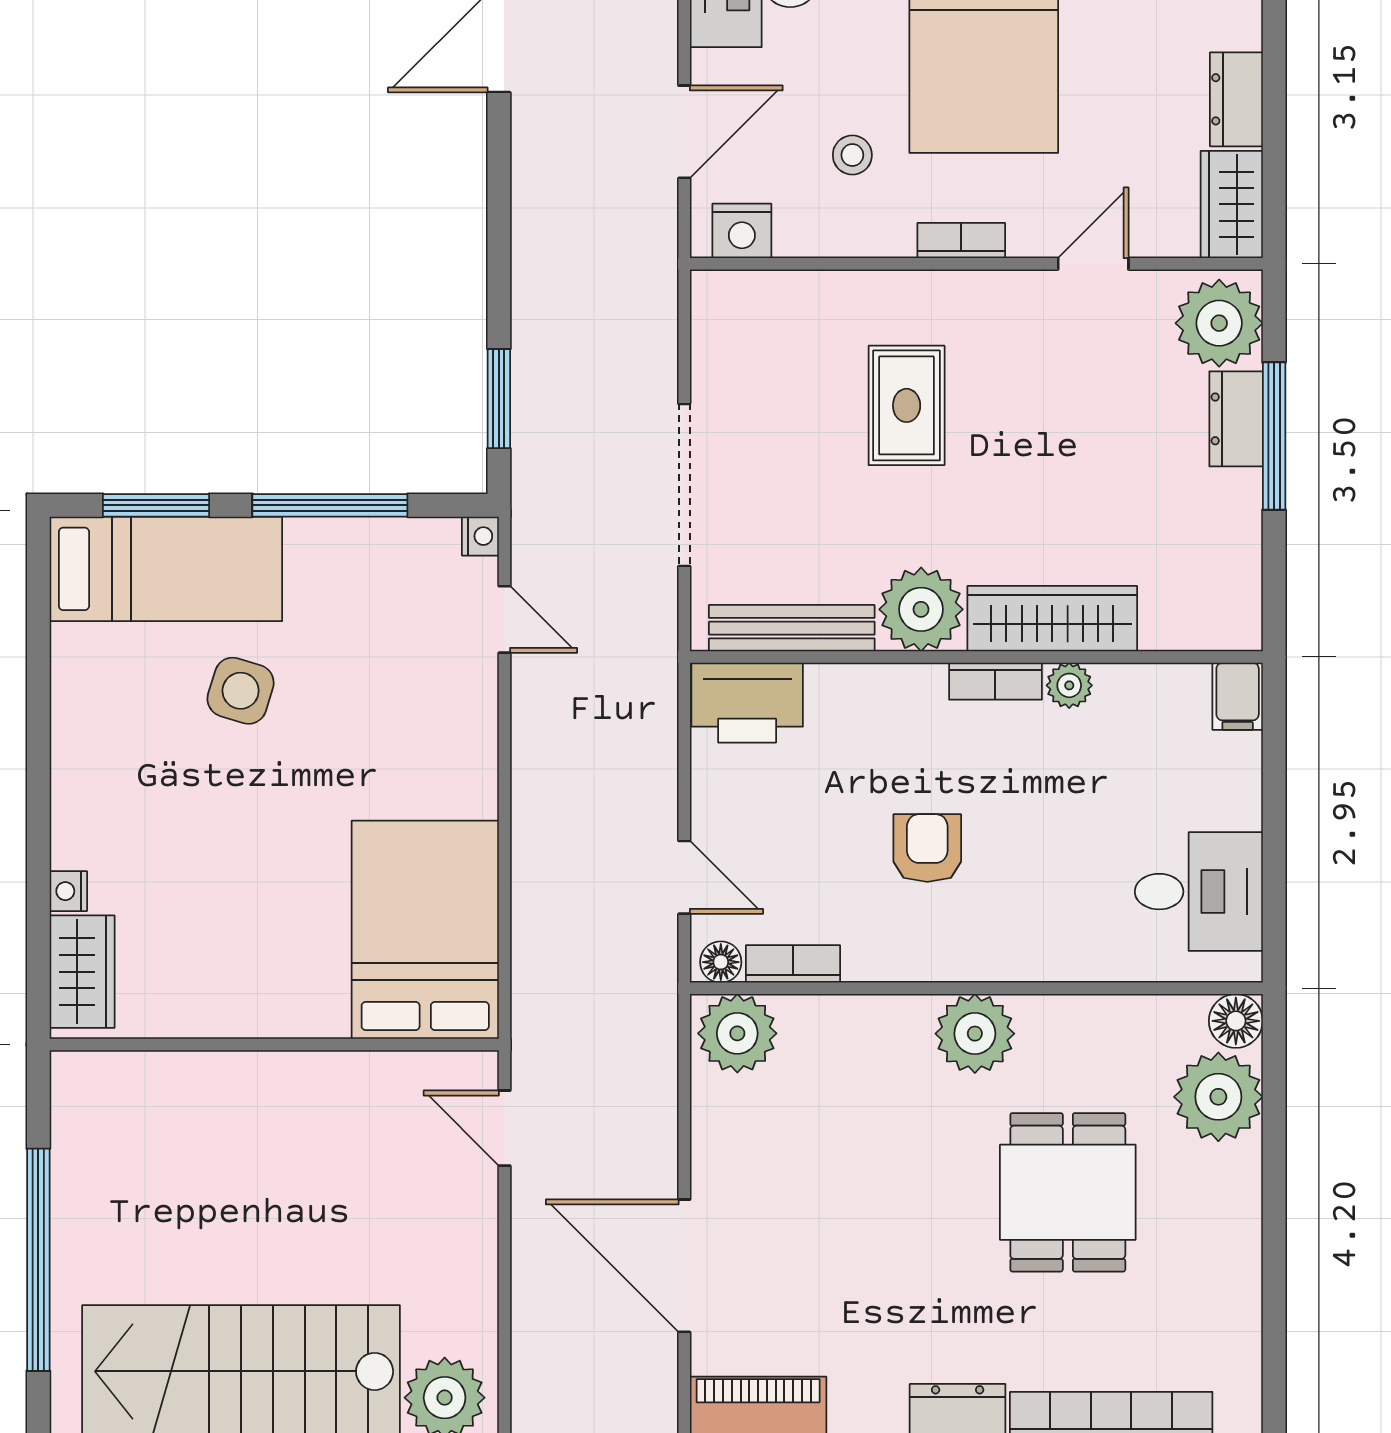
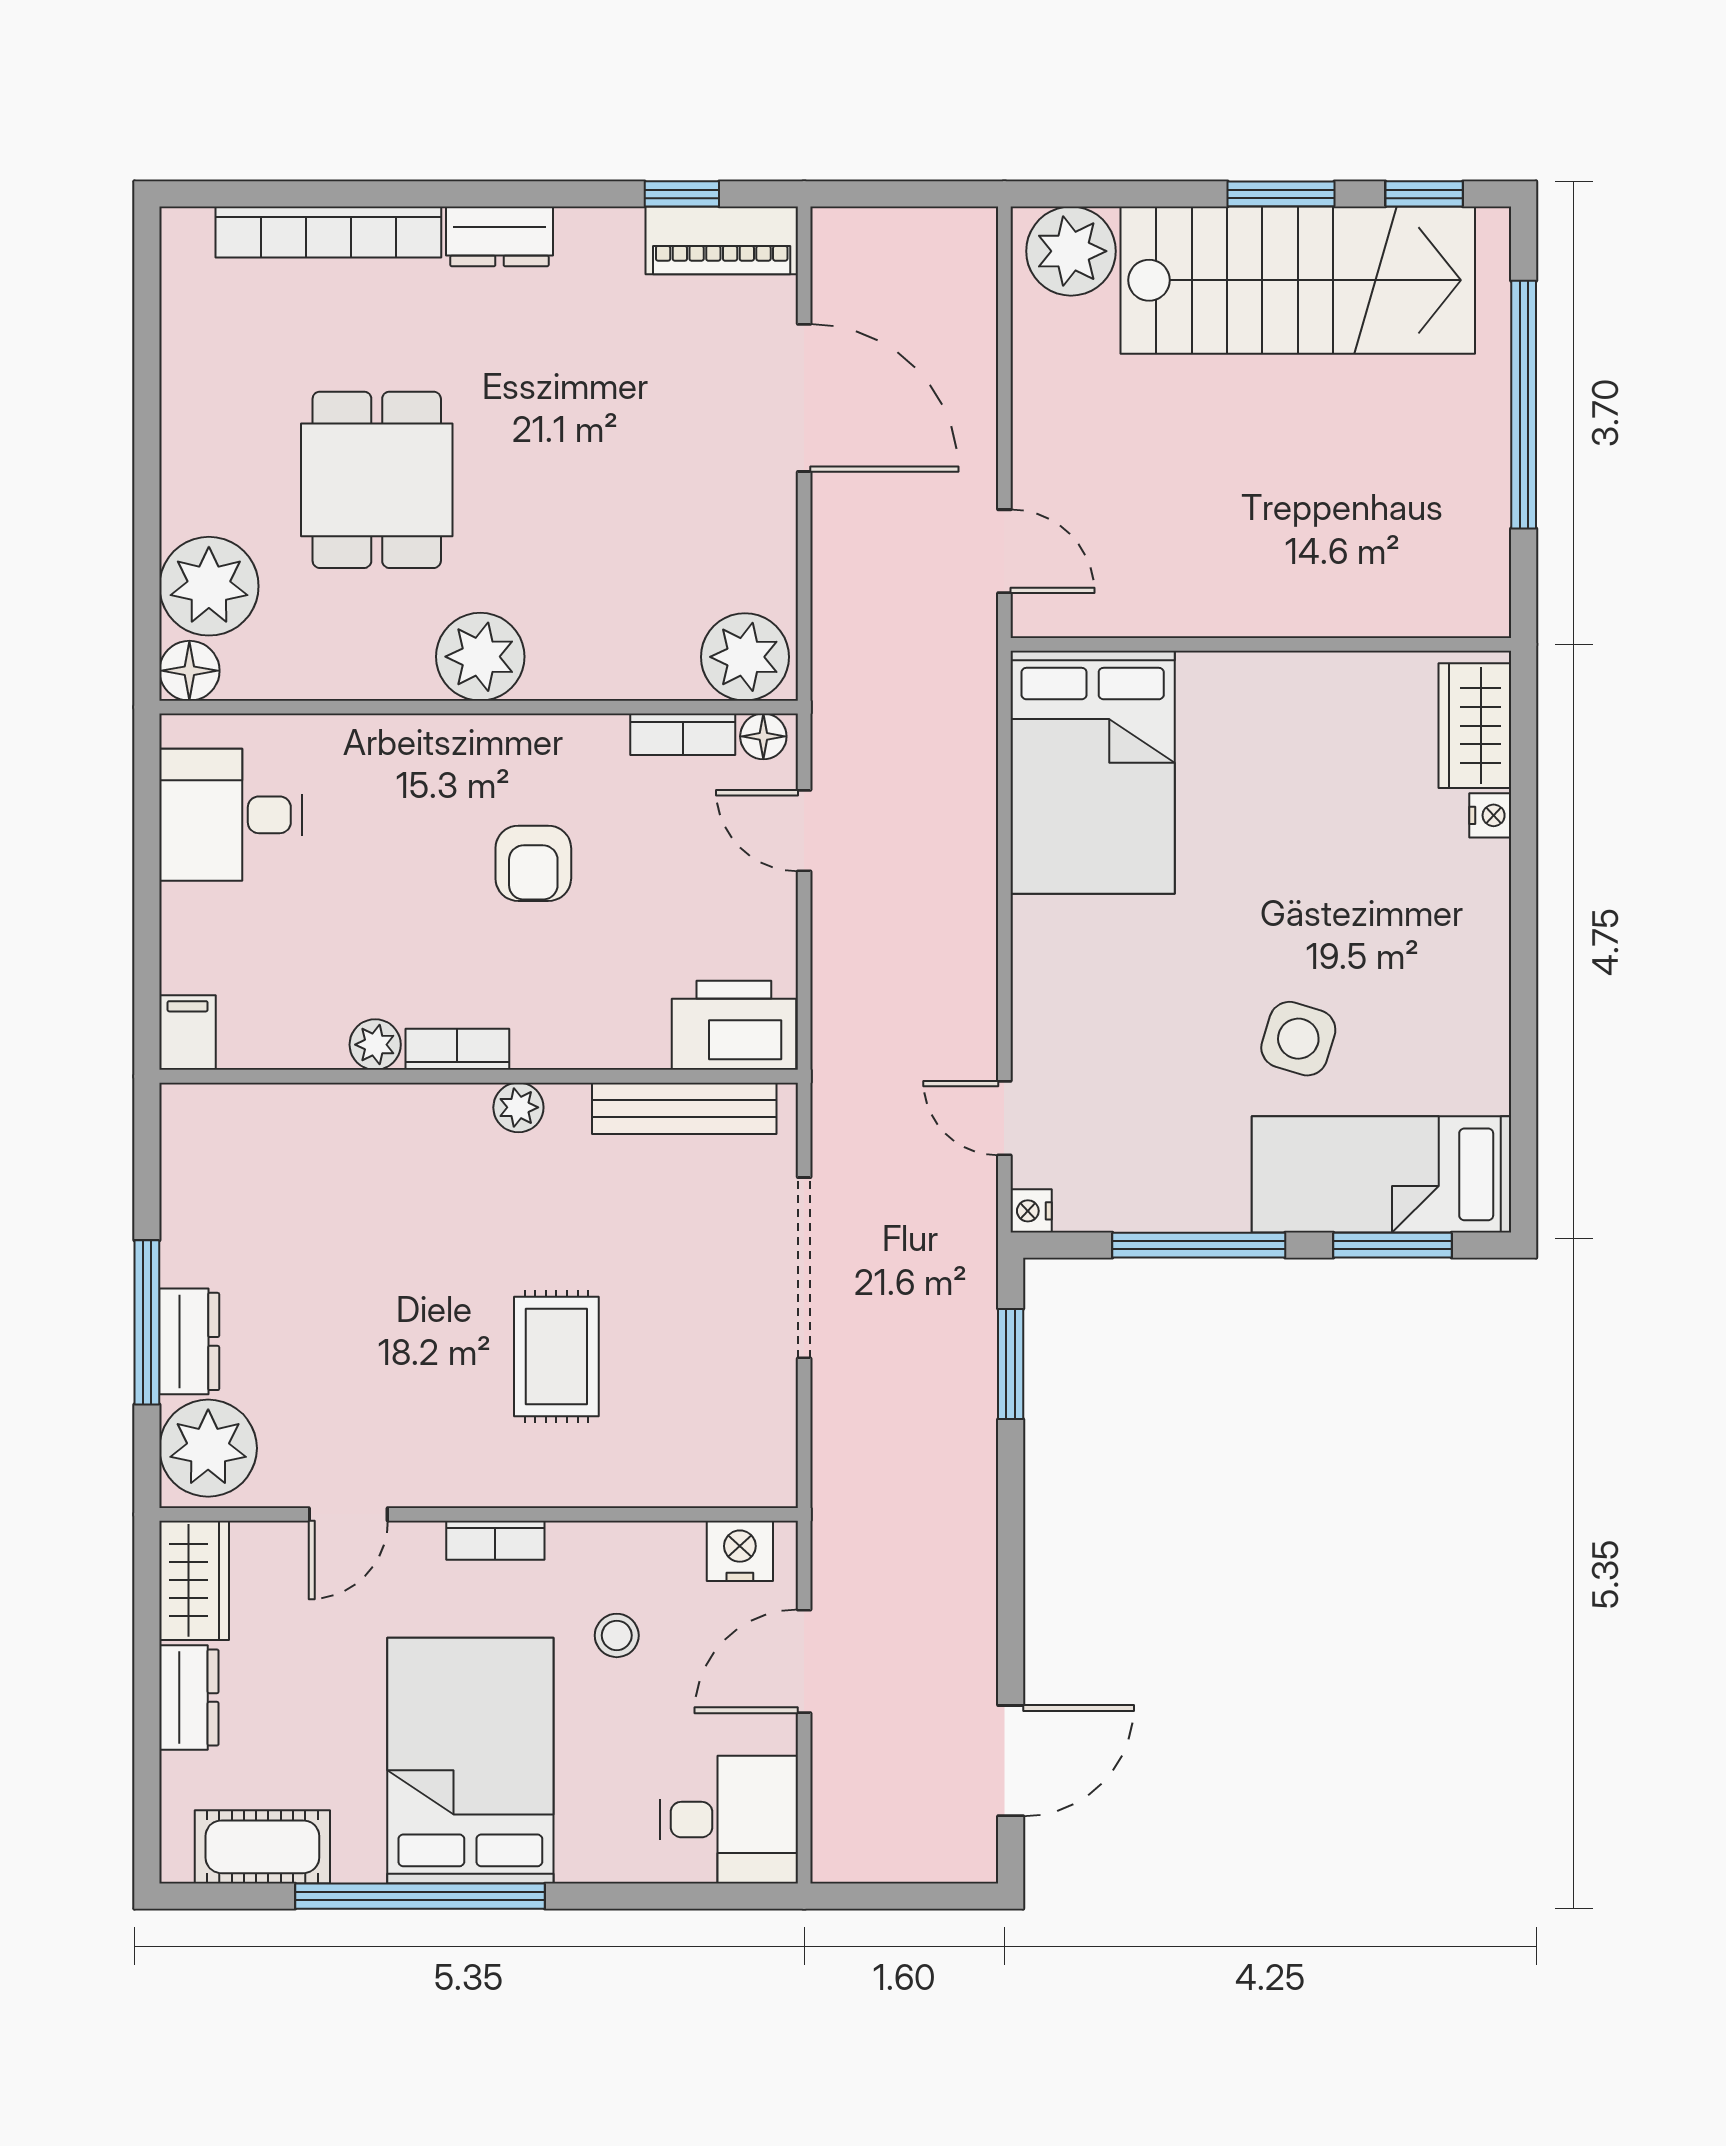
plant: (921, 609) -> (518, 1107), width x0.53, depth x0.53
wardrobe: (1052, 619) -> (394, 1119), removed

